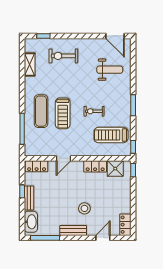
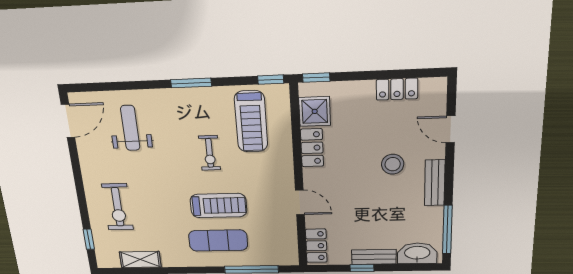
locker: (125, 225) -> (397, 89), moved

